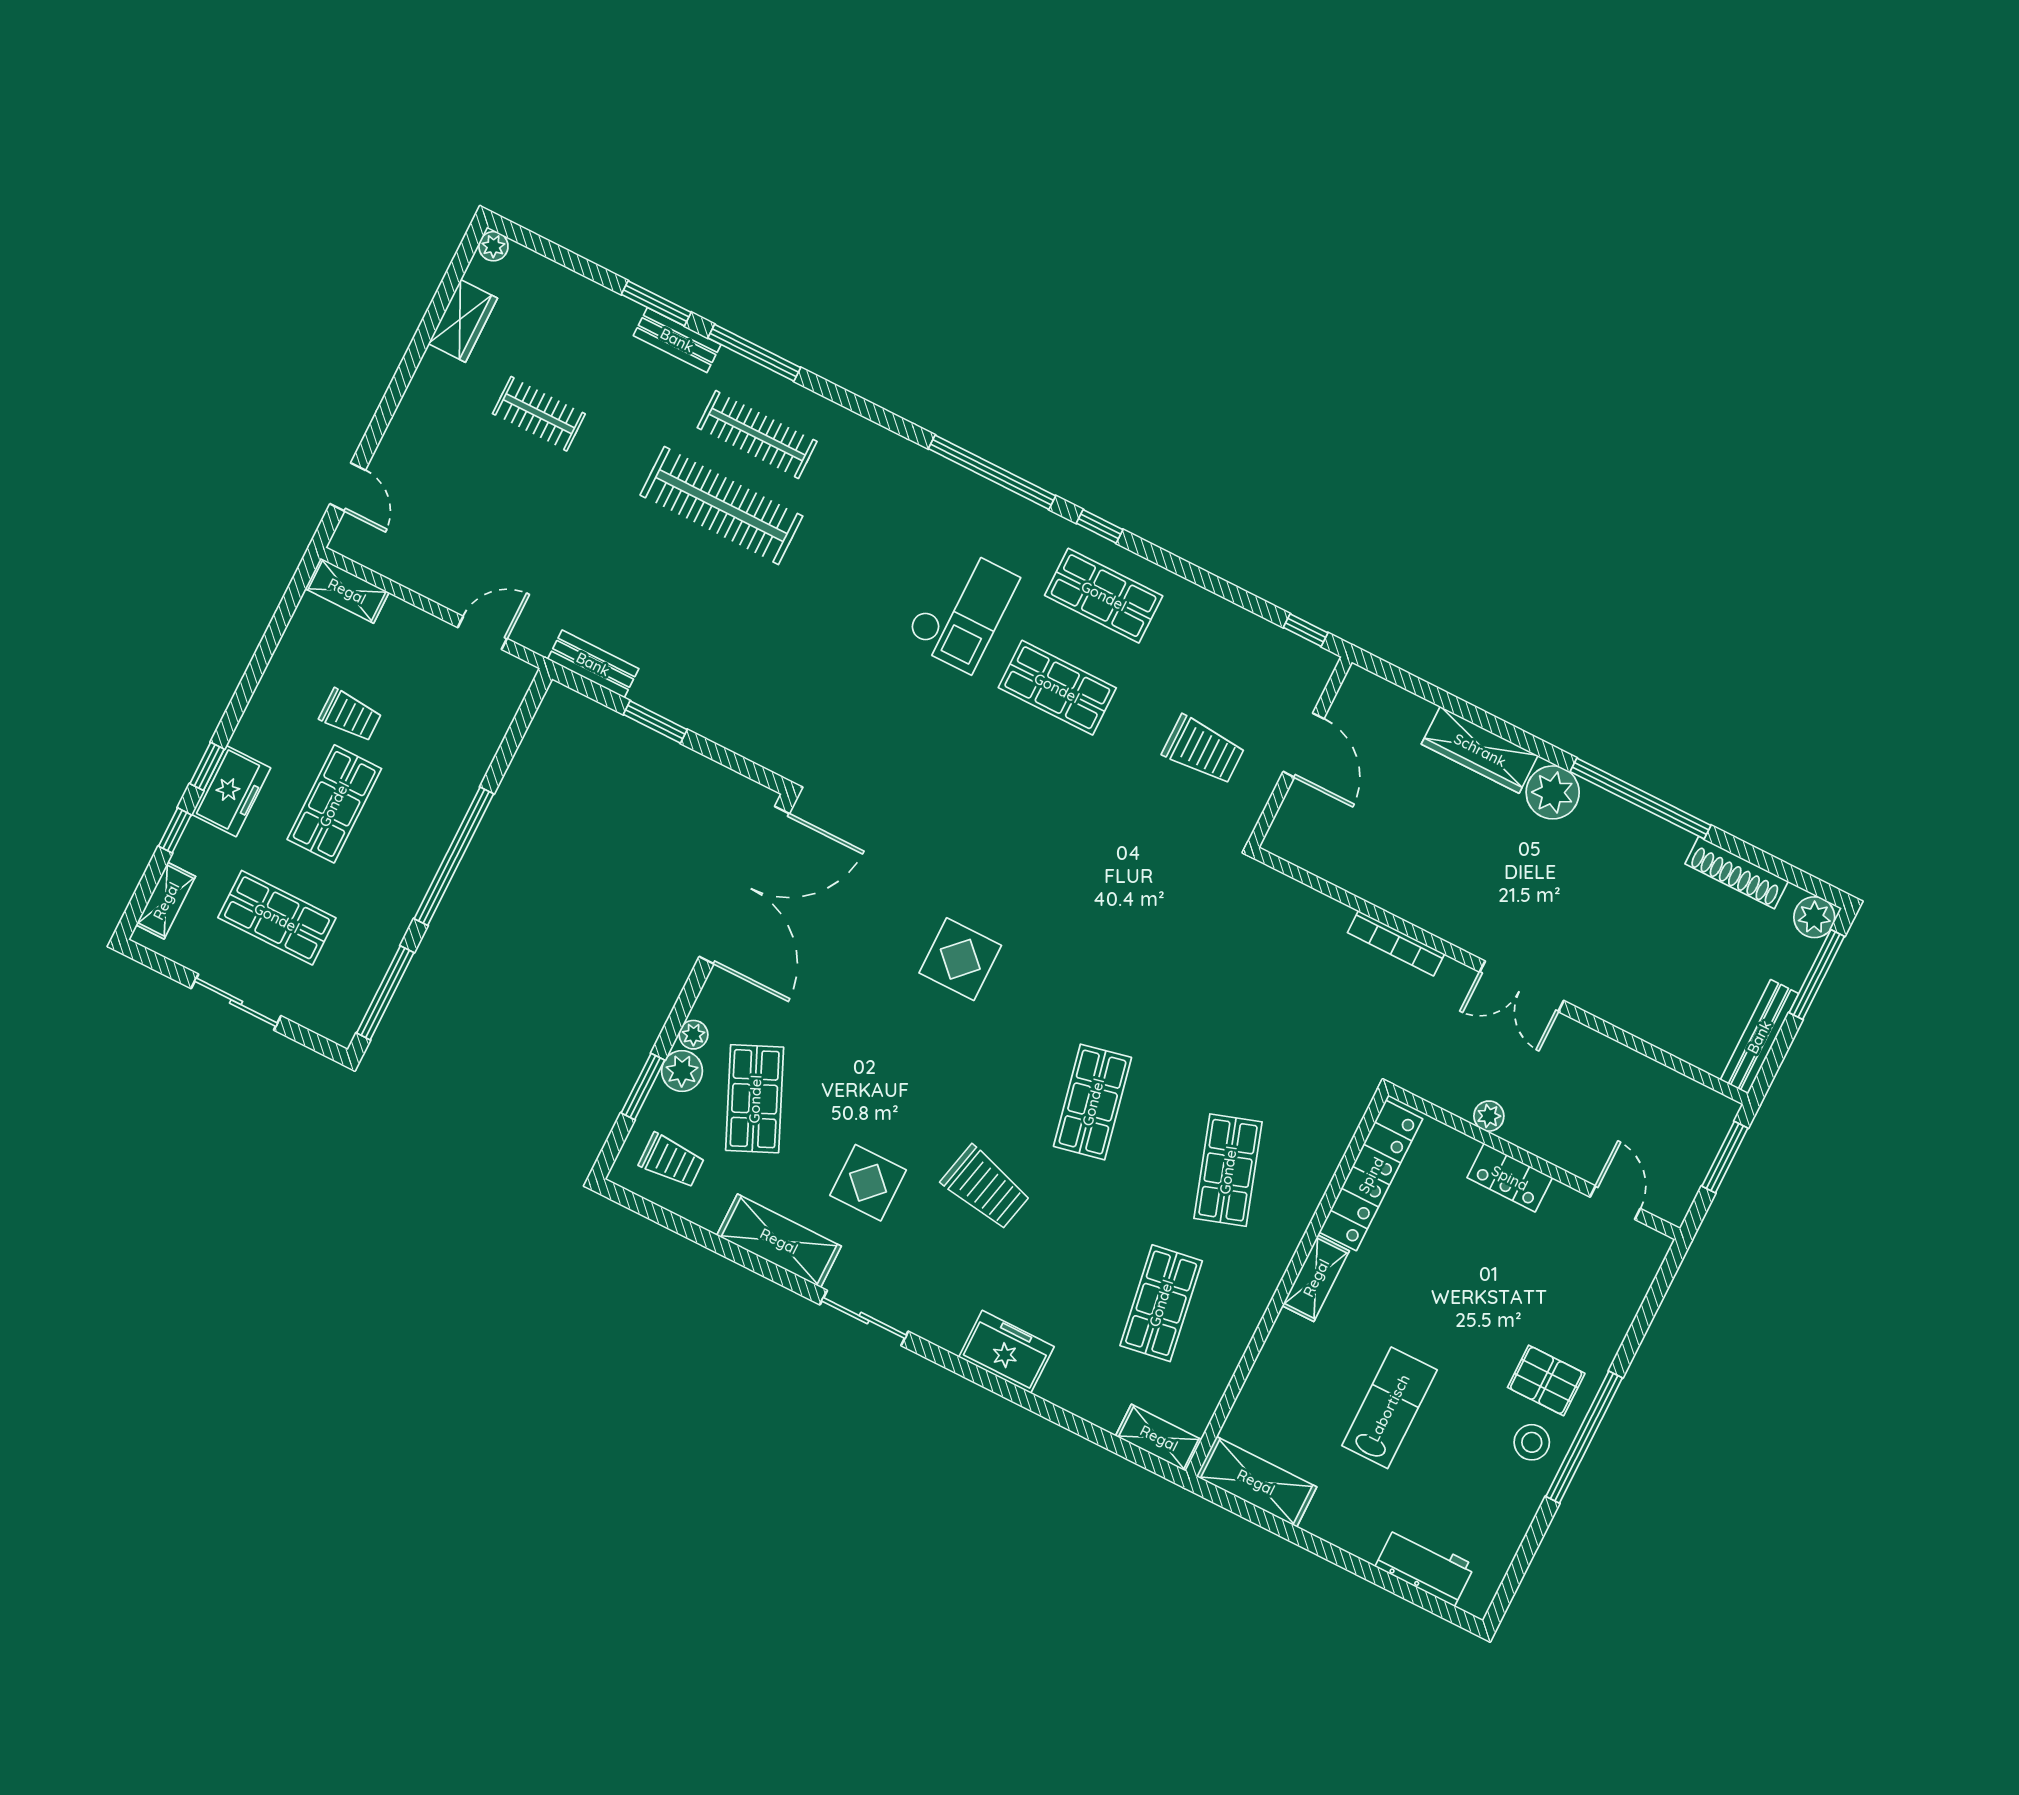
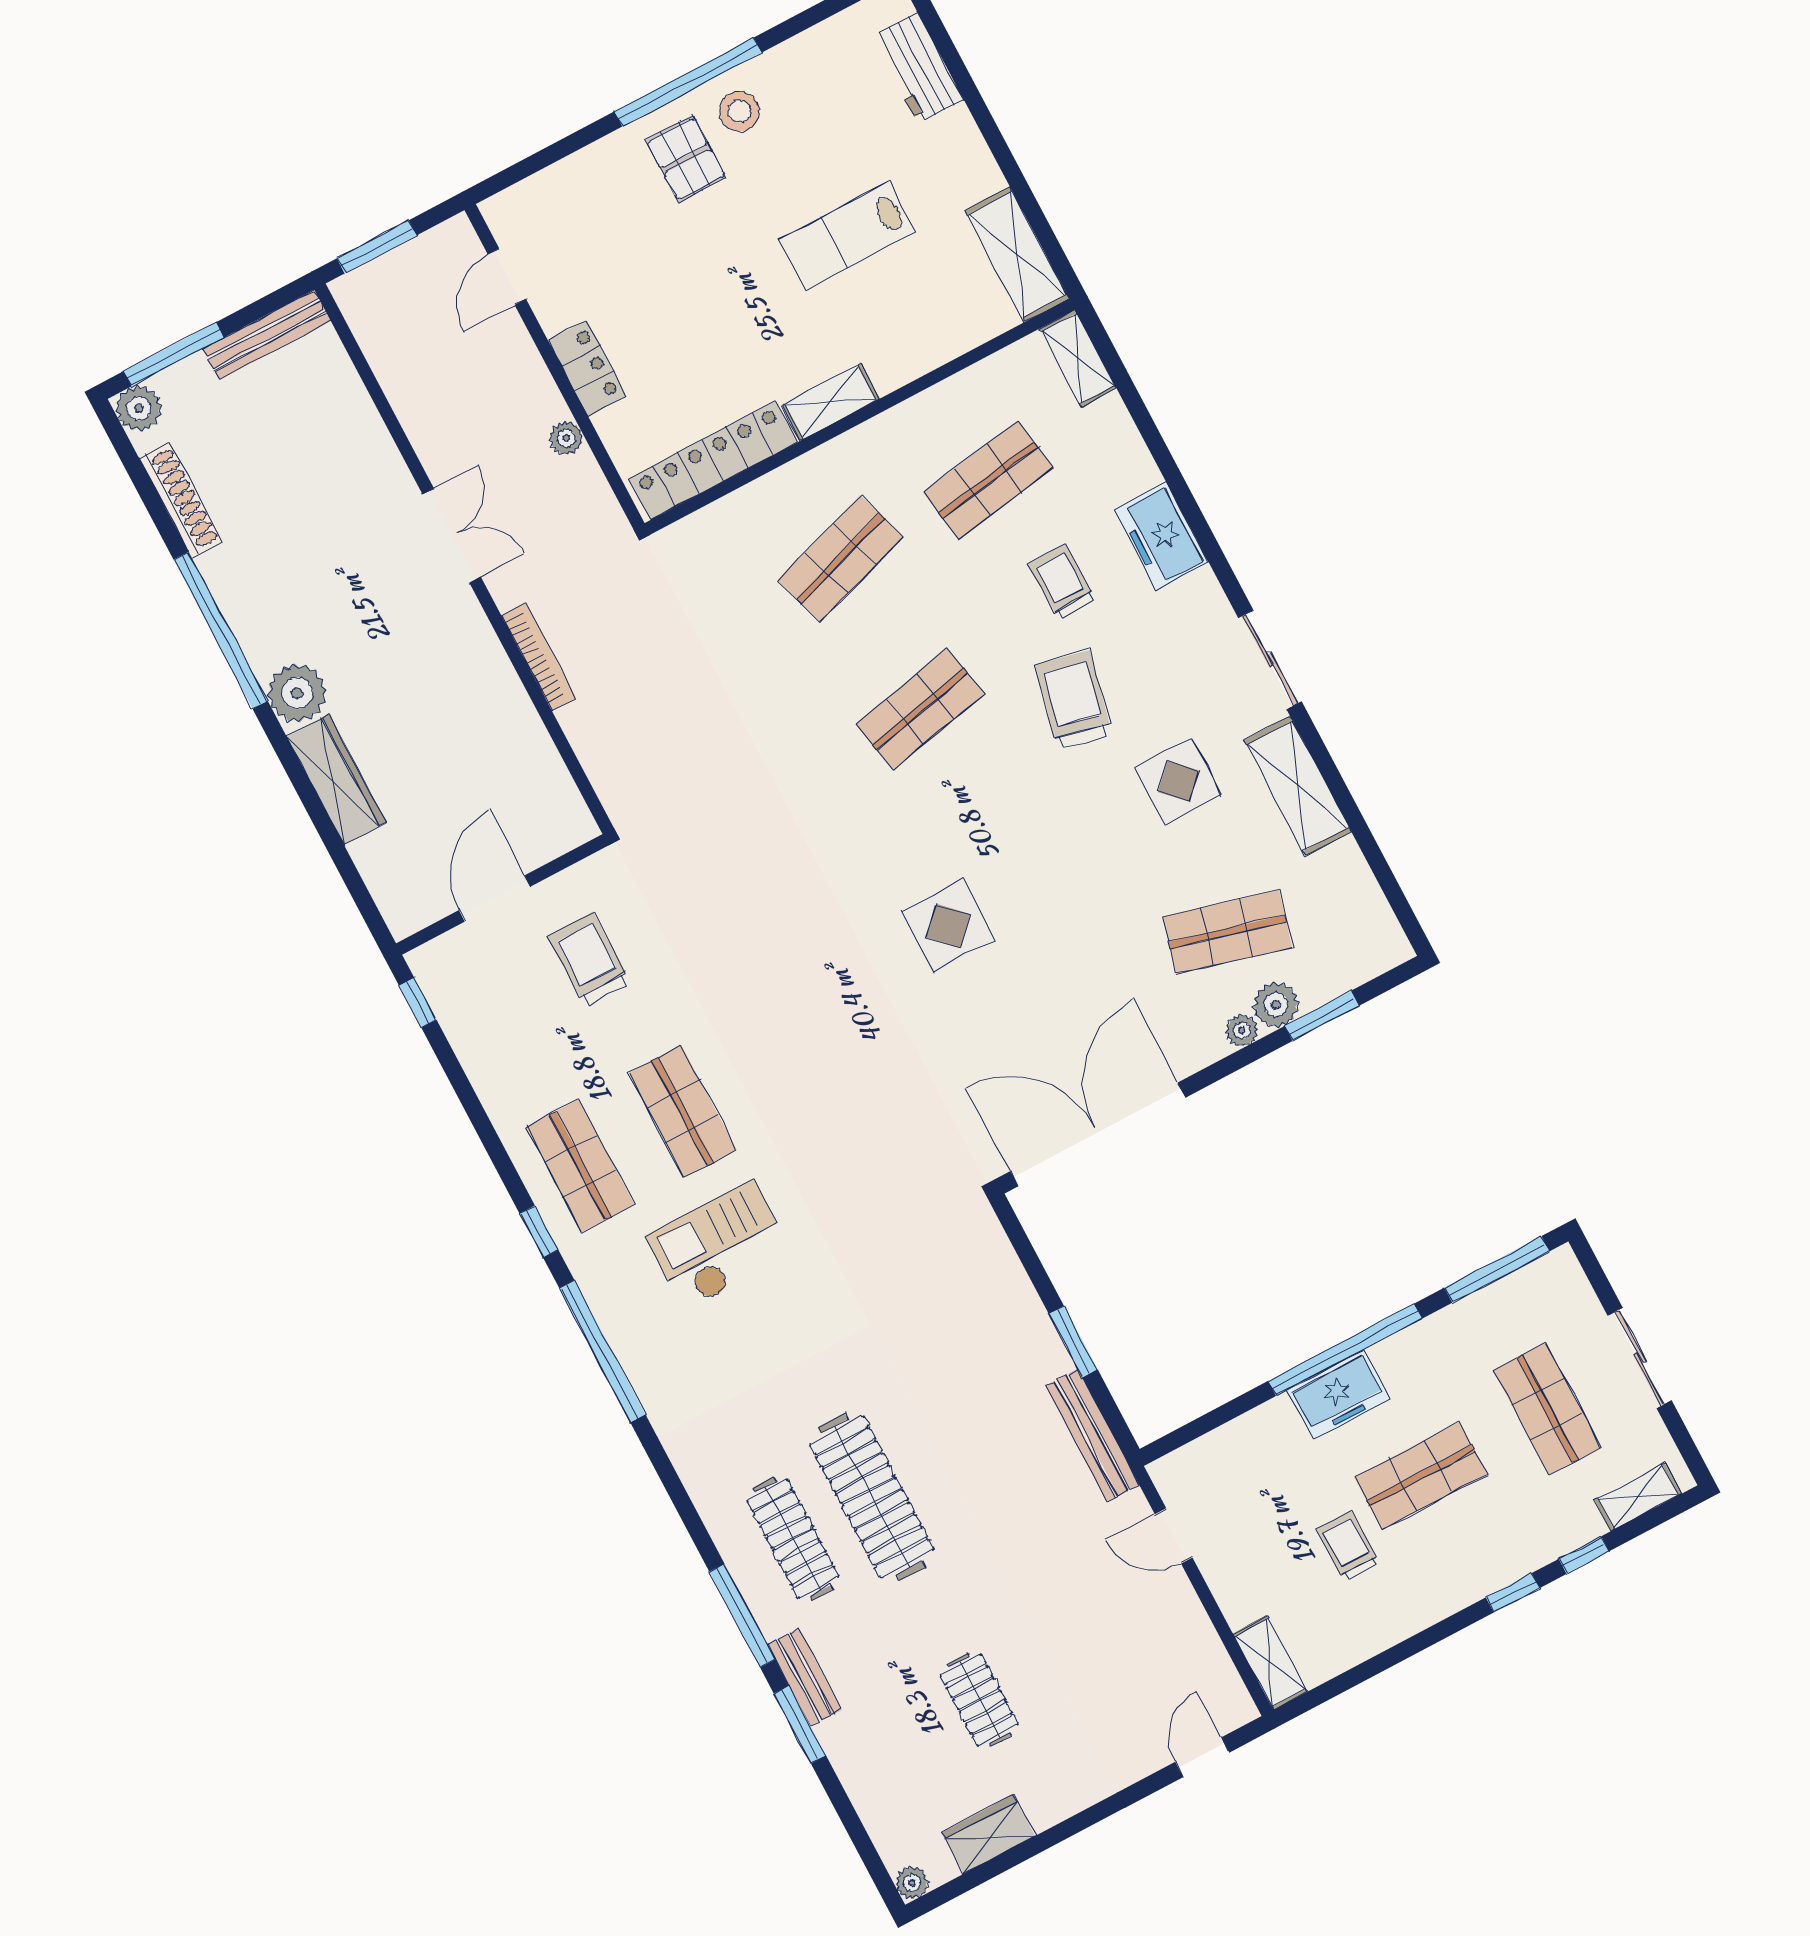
bench: (593, 664) -> (1092, 1435), width x1.36
freezer: (231, 791) -> (1339, 1395), moved, turned 180
shop shelf: (755, 1099) -> (1228, 932), turned 39
trolley: (672, 1161) -> (1062, 582), moved

